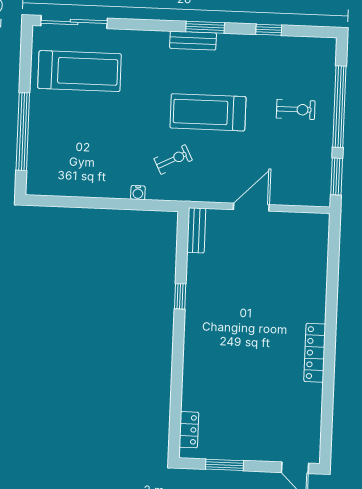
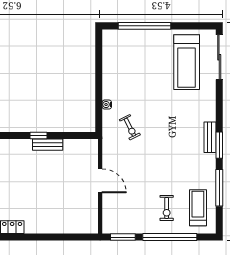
window: (269, 30) -> (219, 188), width x2.17
treadmill: (208, 112) -> (198, 208), moved, width x0.73, depth x0.73
bench: (196, 230) -> (48, 145), moved

